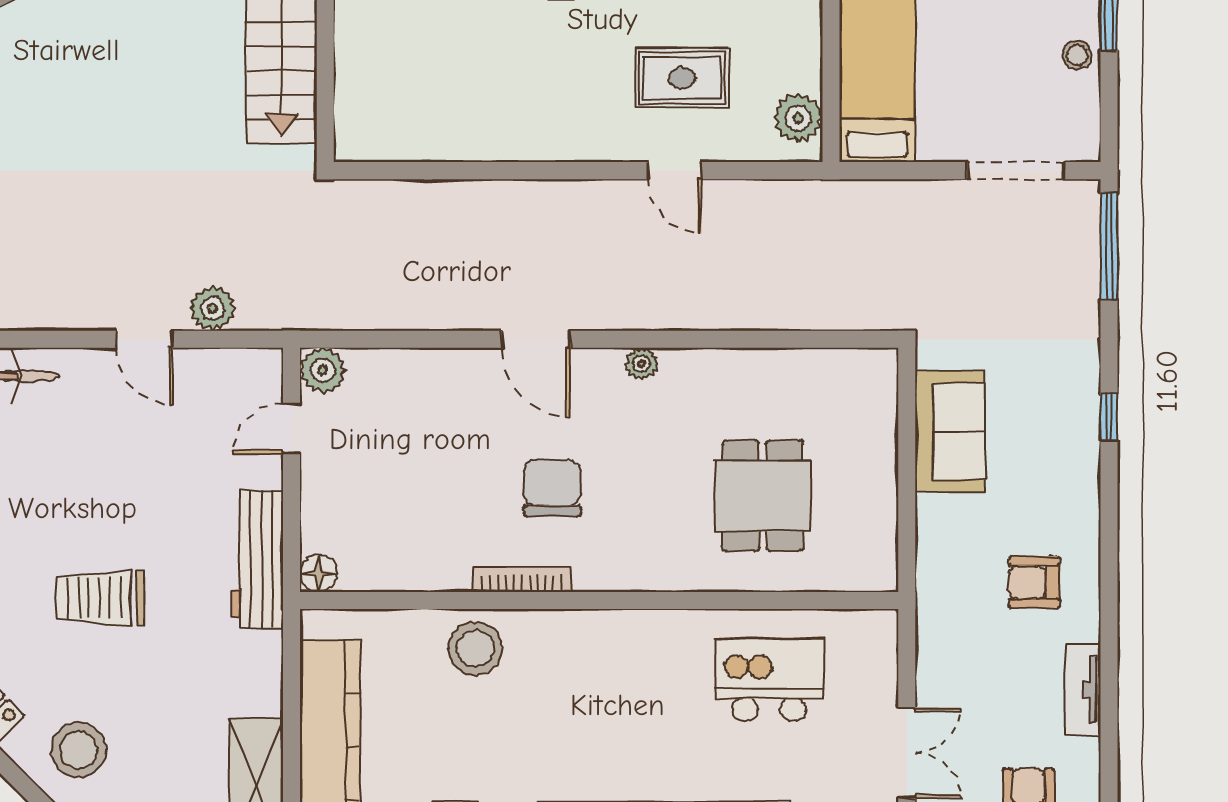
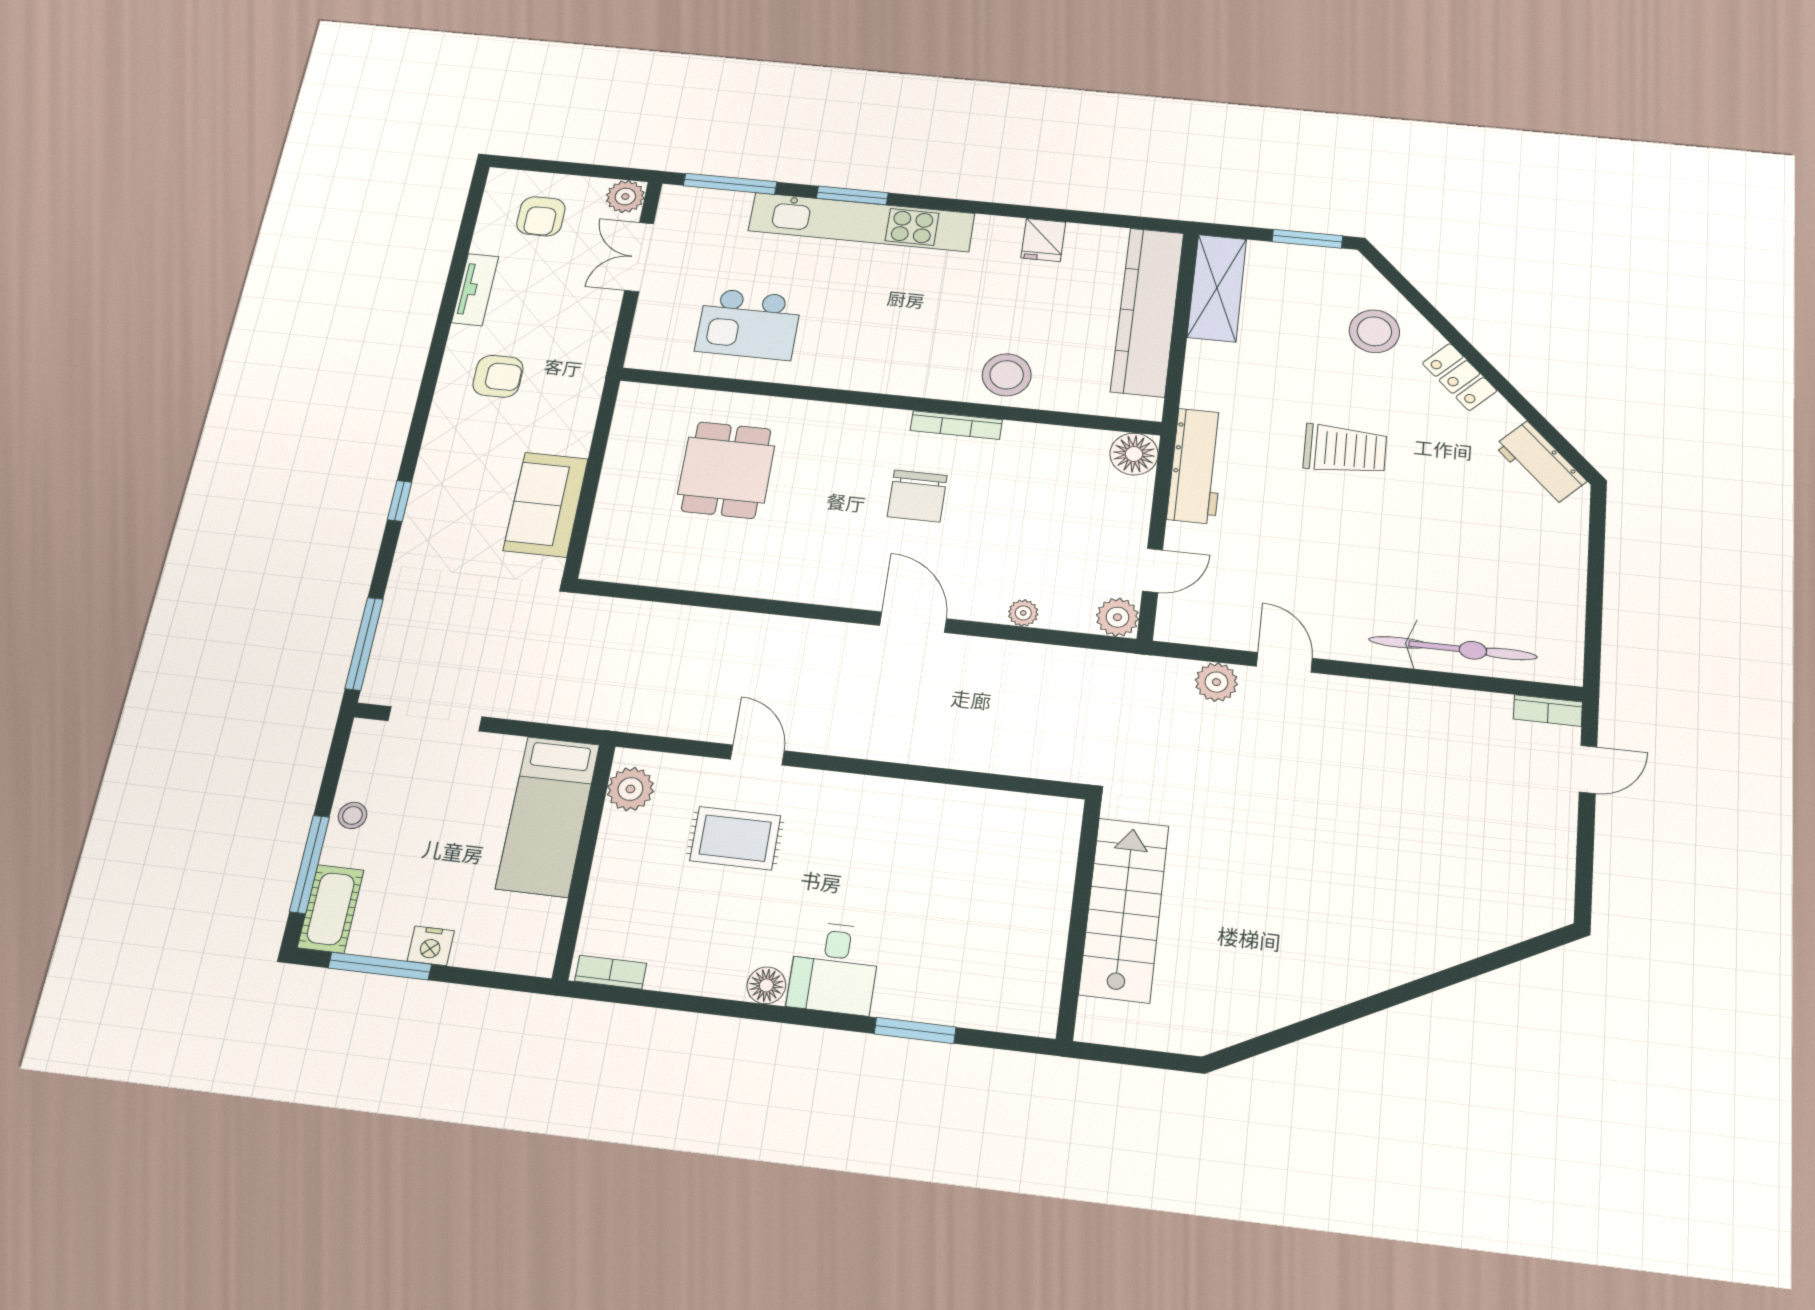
plant: (641, 364) -> (1023, 613), moved
floor lamp: (319, 573) -> (1134, 454), width x1.38, depth x1.38

